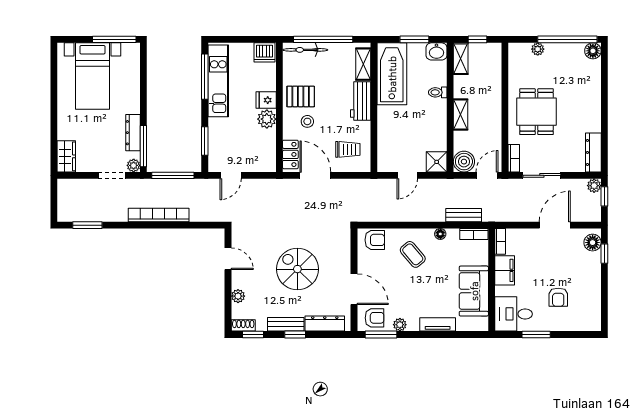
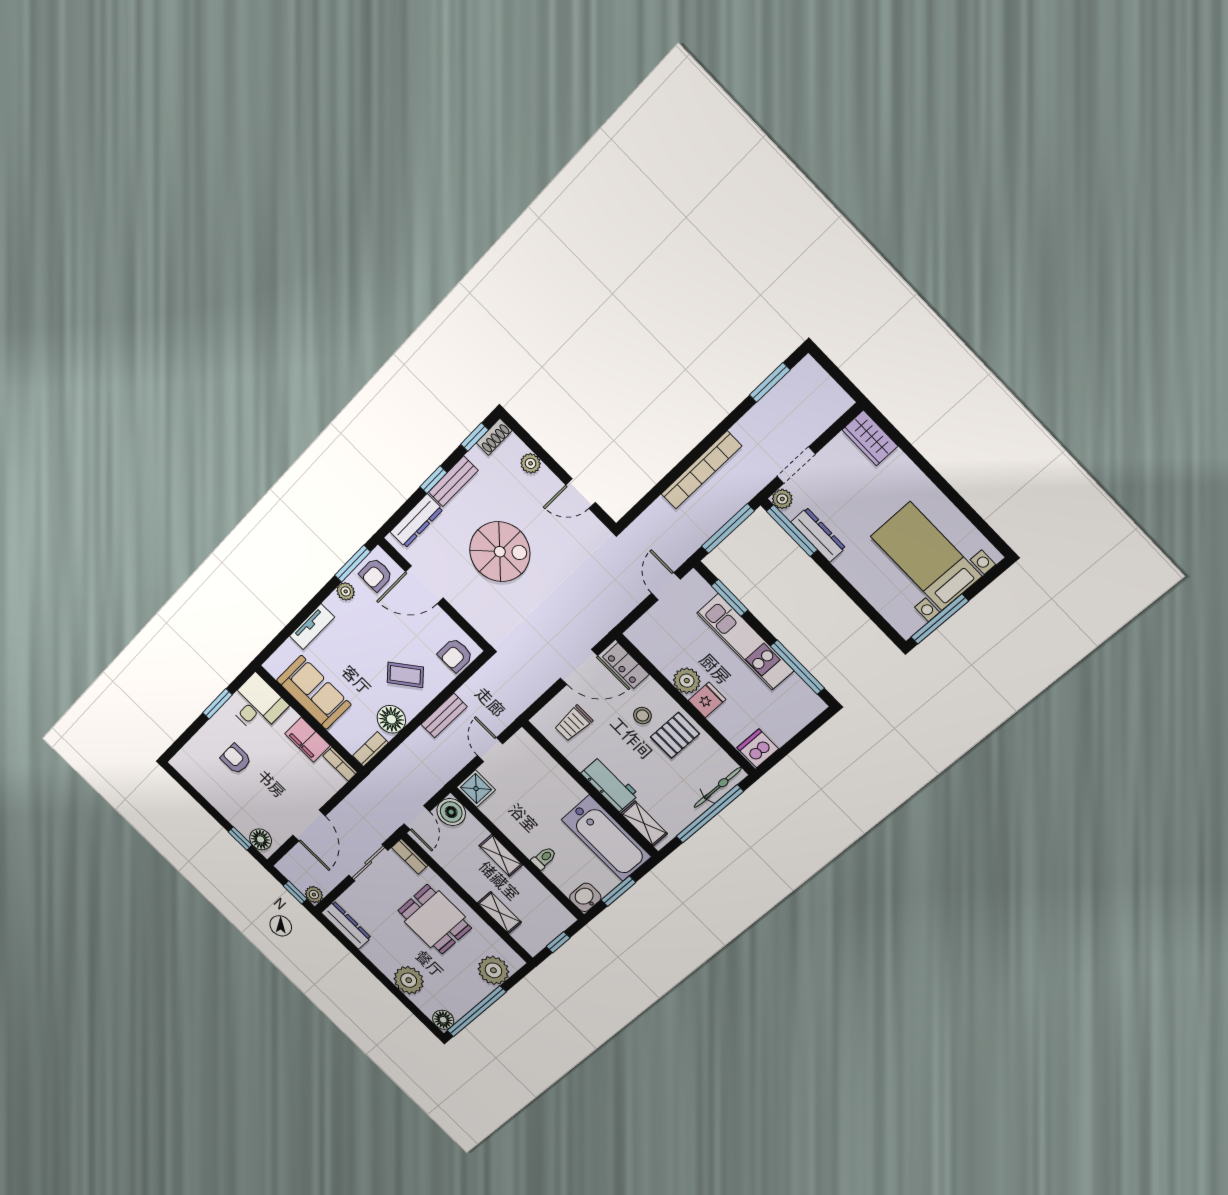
plant: (538, 49) -> (493, 970), width x1.88, depth x1.88
shelving: (461, 59) -> (500, 913), moved
kitchen unit: (218, 81) -> (745, 642), moved
plant: (589, 90) -> (409, 980), added
bench: (464, 215) -> (444, 715), moved
floor lamp: (440, 234) -> (391, 719), width x1.89, depth x1.89

